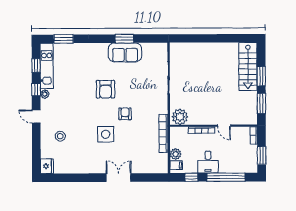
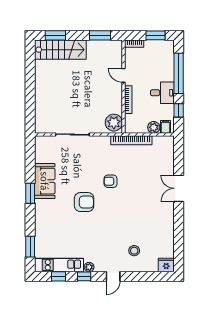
window: (124, 39) -> (30, 193), moved
window: (261, 76) -> (55, 35), moved
door: (224, 126) -> (124, 75), swing flipped
side table: (106, 134) -> (132, 202), removed

